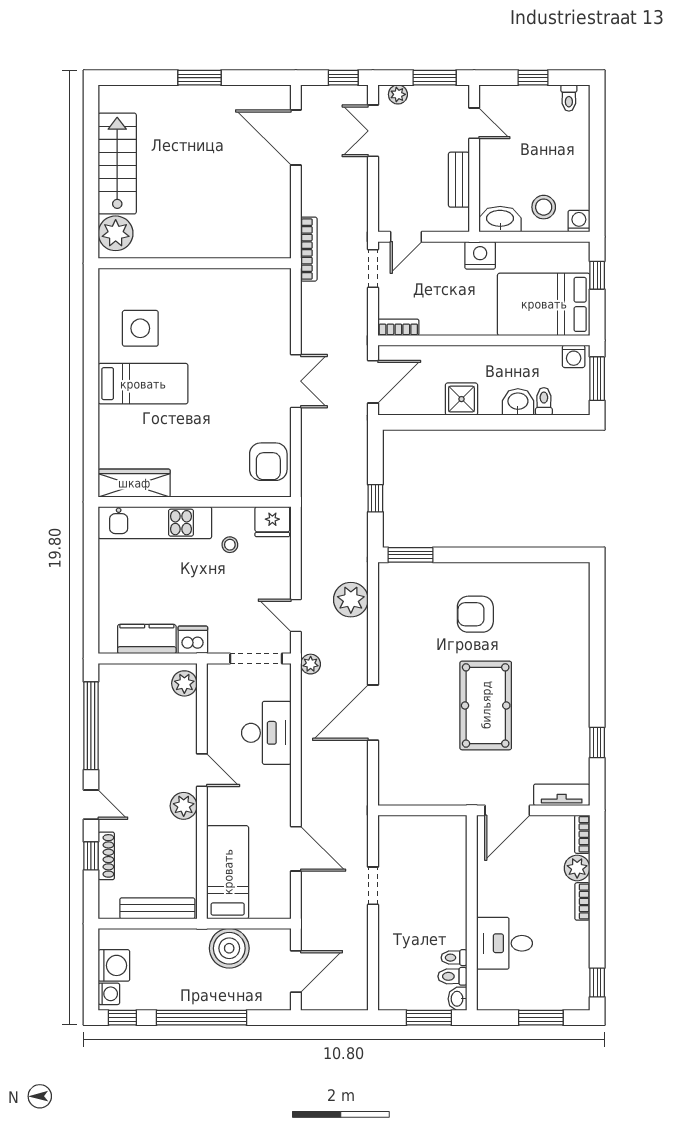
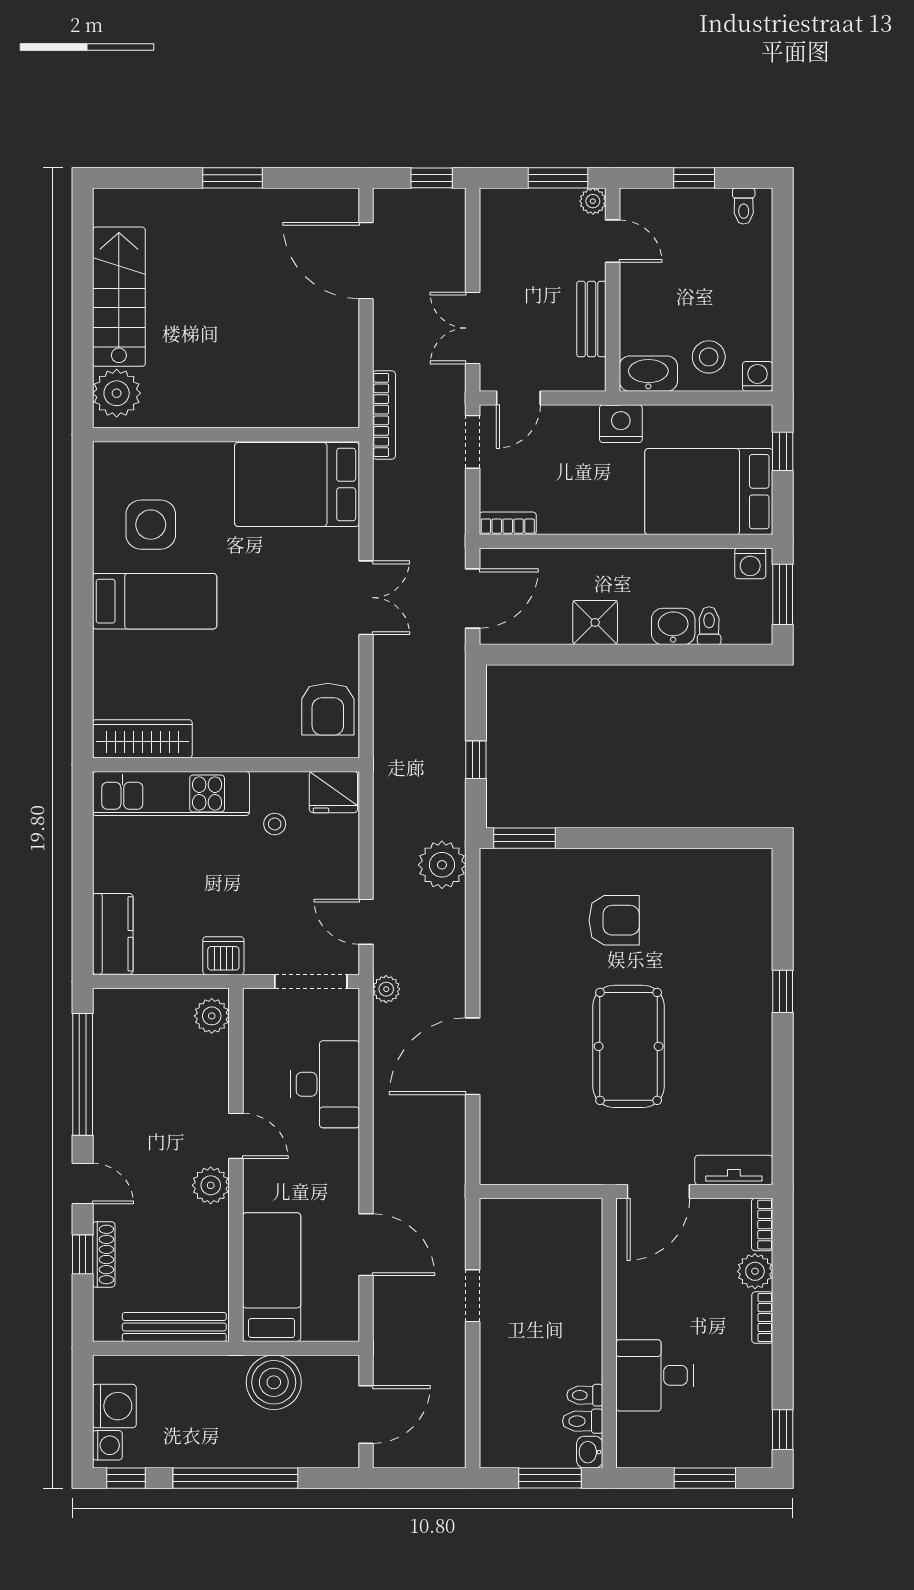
plant: (398, 94) -> (593, 201), moved
double door: (373, 131) -> (473, 328), moved
bed: (246, 299) -> (297, 484), added
plant: (351, 600) -> (442, 865), moved
armchair: (475, 614) -> (614, 920), turned 180
kitchen counter: (147, 639) -> (113, 934), moved, turned 90
window: (597, 742) -> (783, 991), moved

